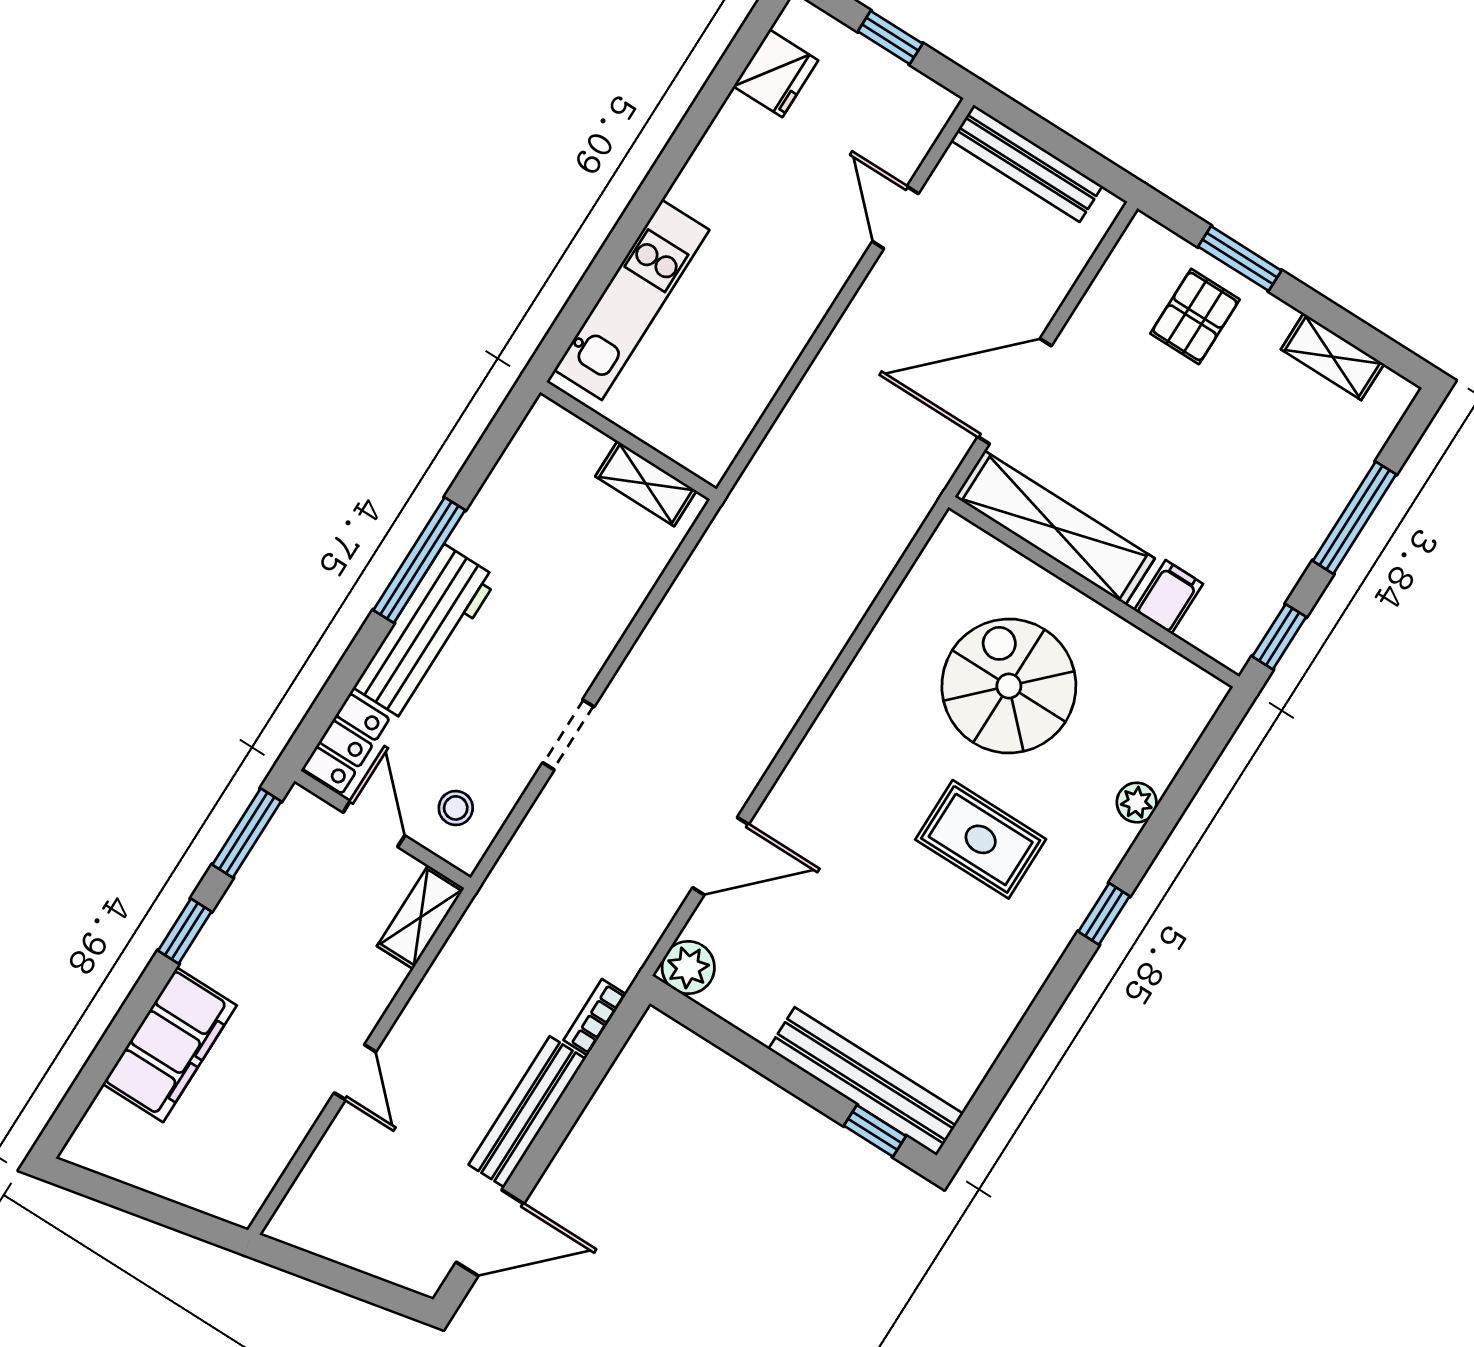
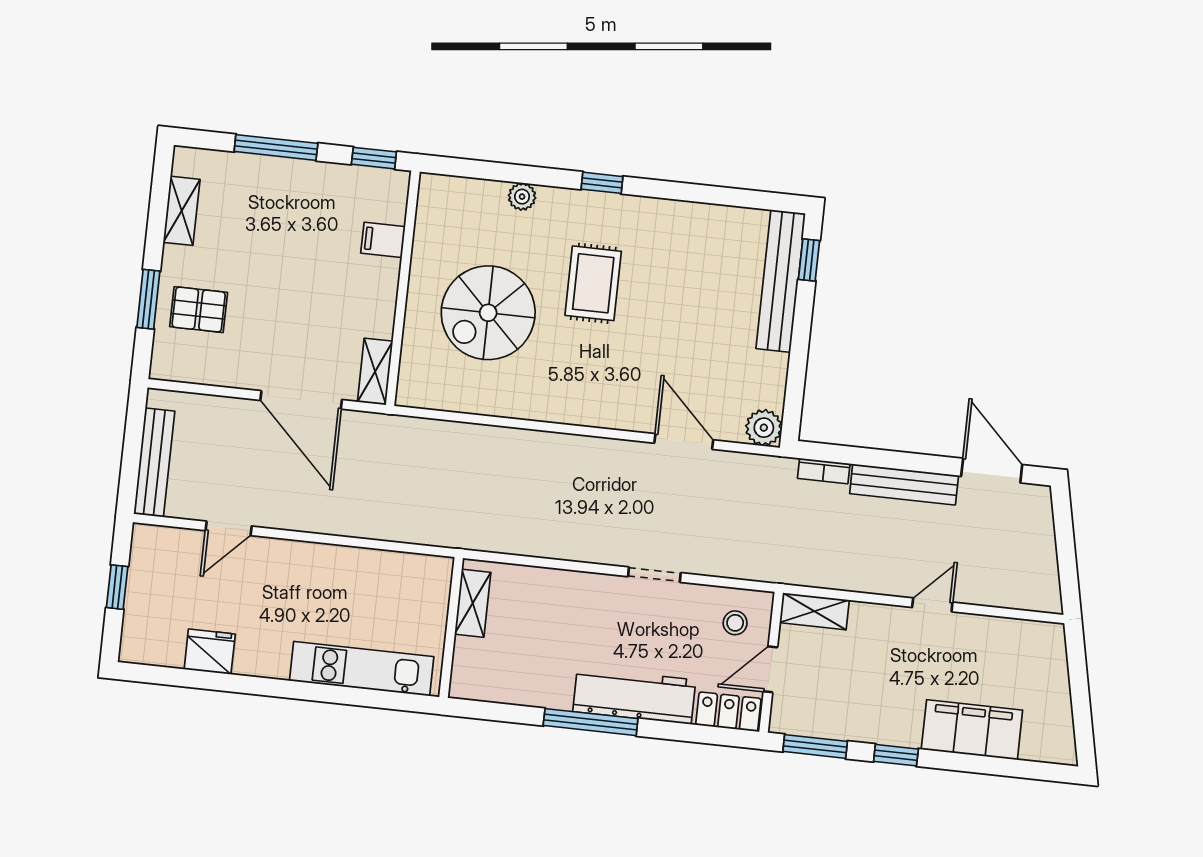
fridge: (776, 73) -> (210, 652), moved
shelving: (1055, 528) -> (375, 372), width x0.45, depth x0.75

